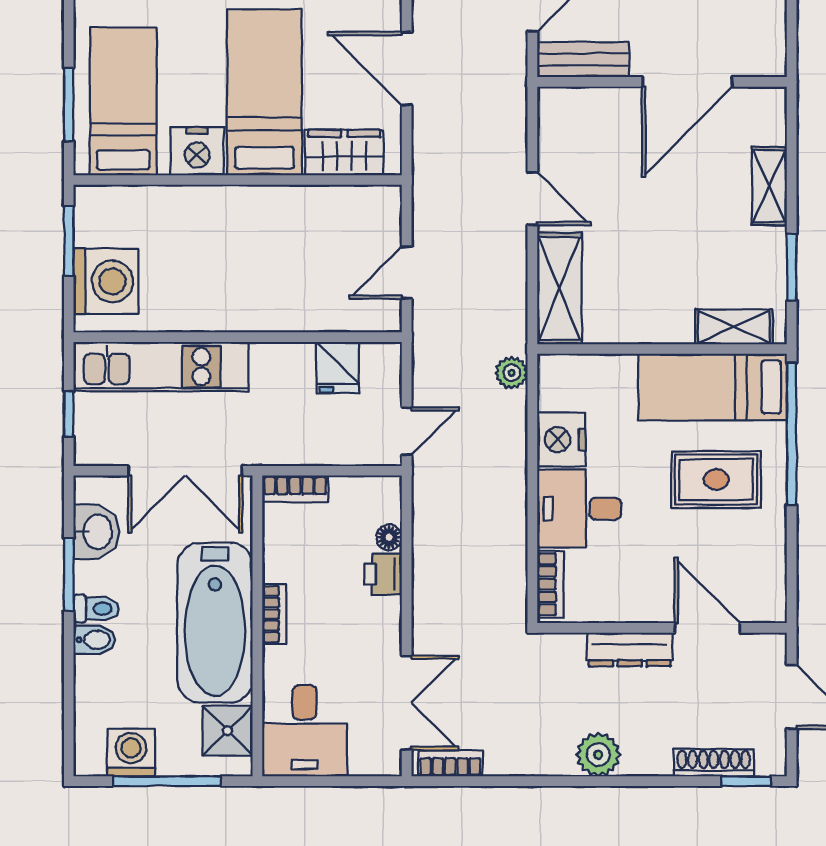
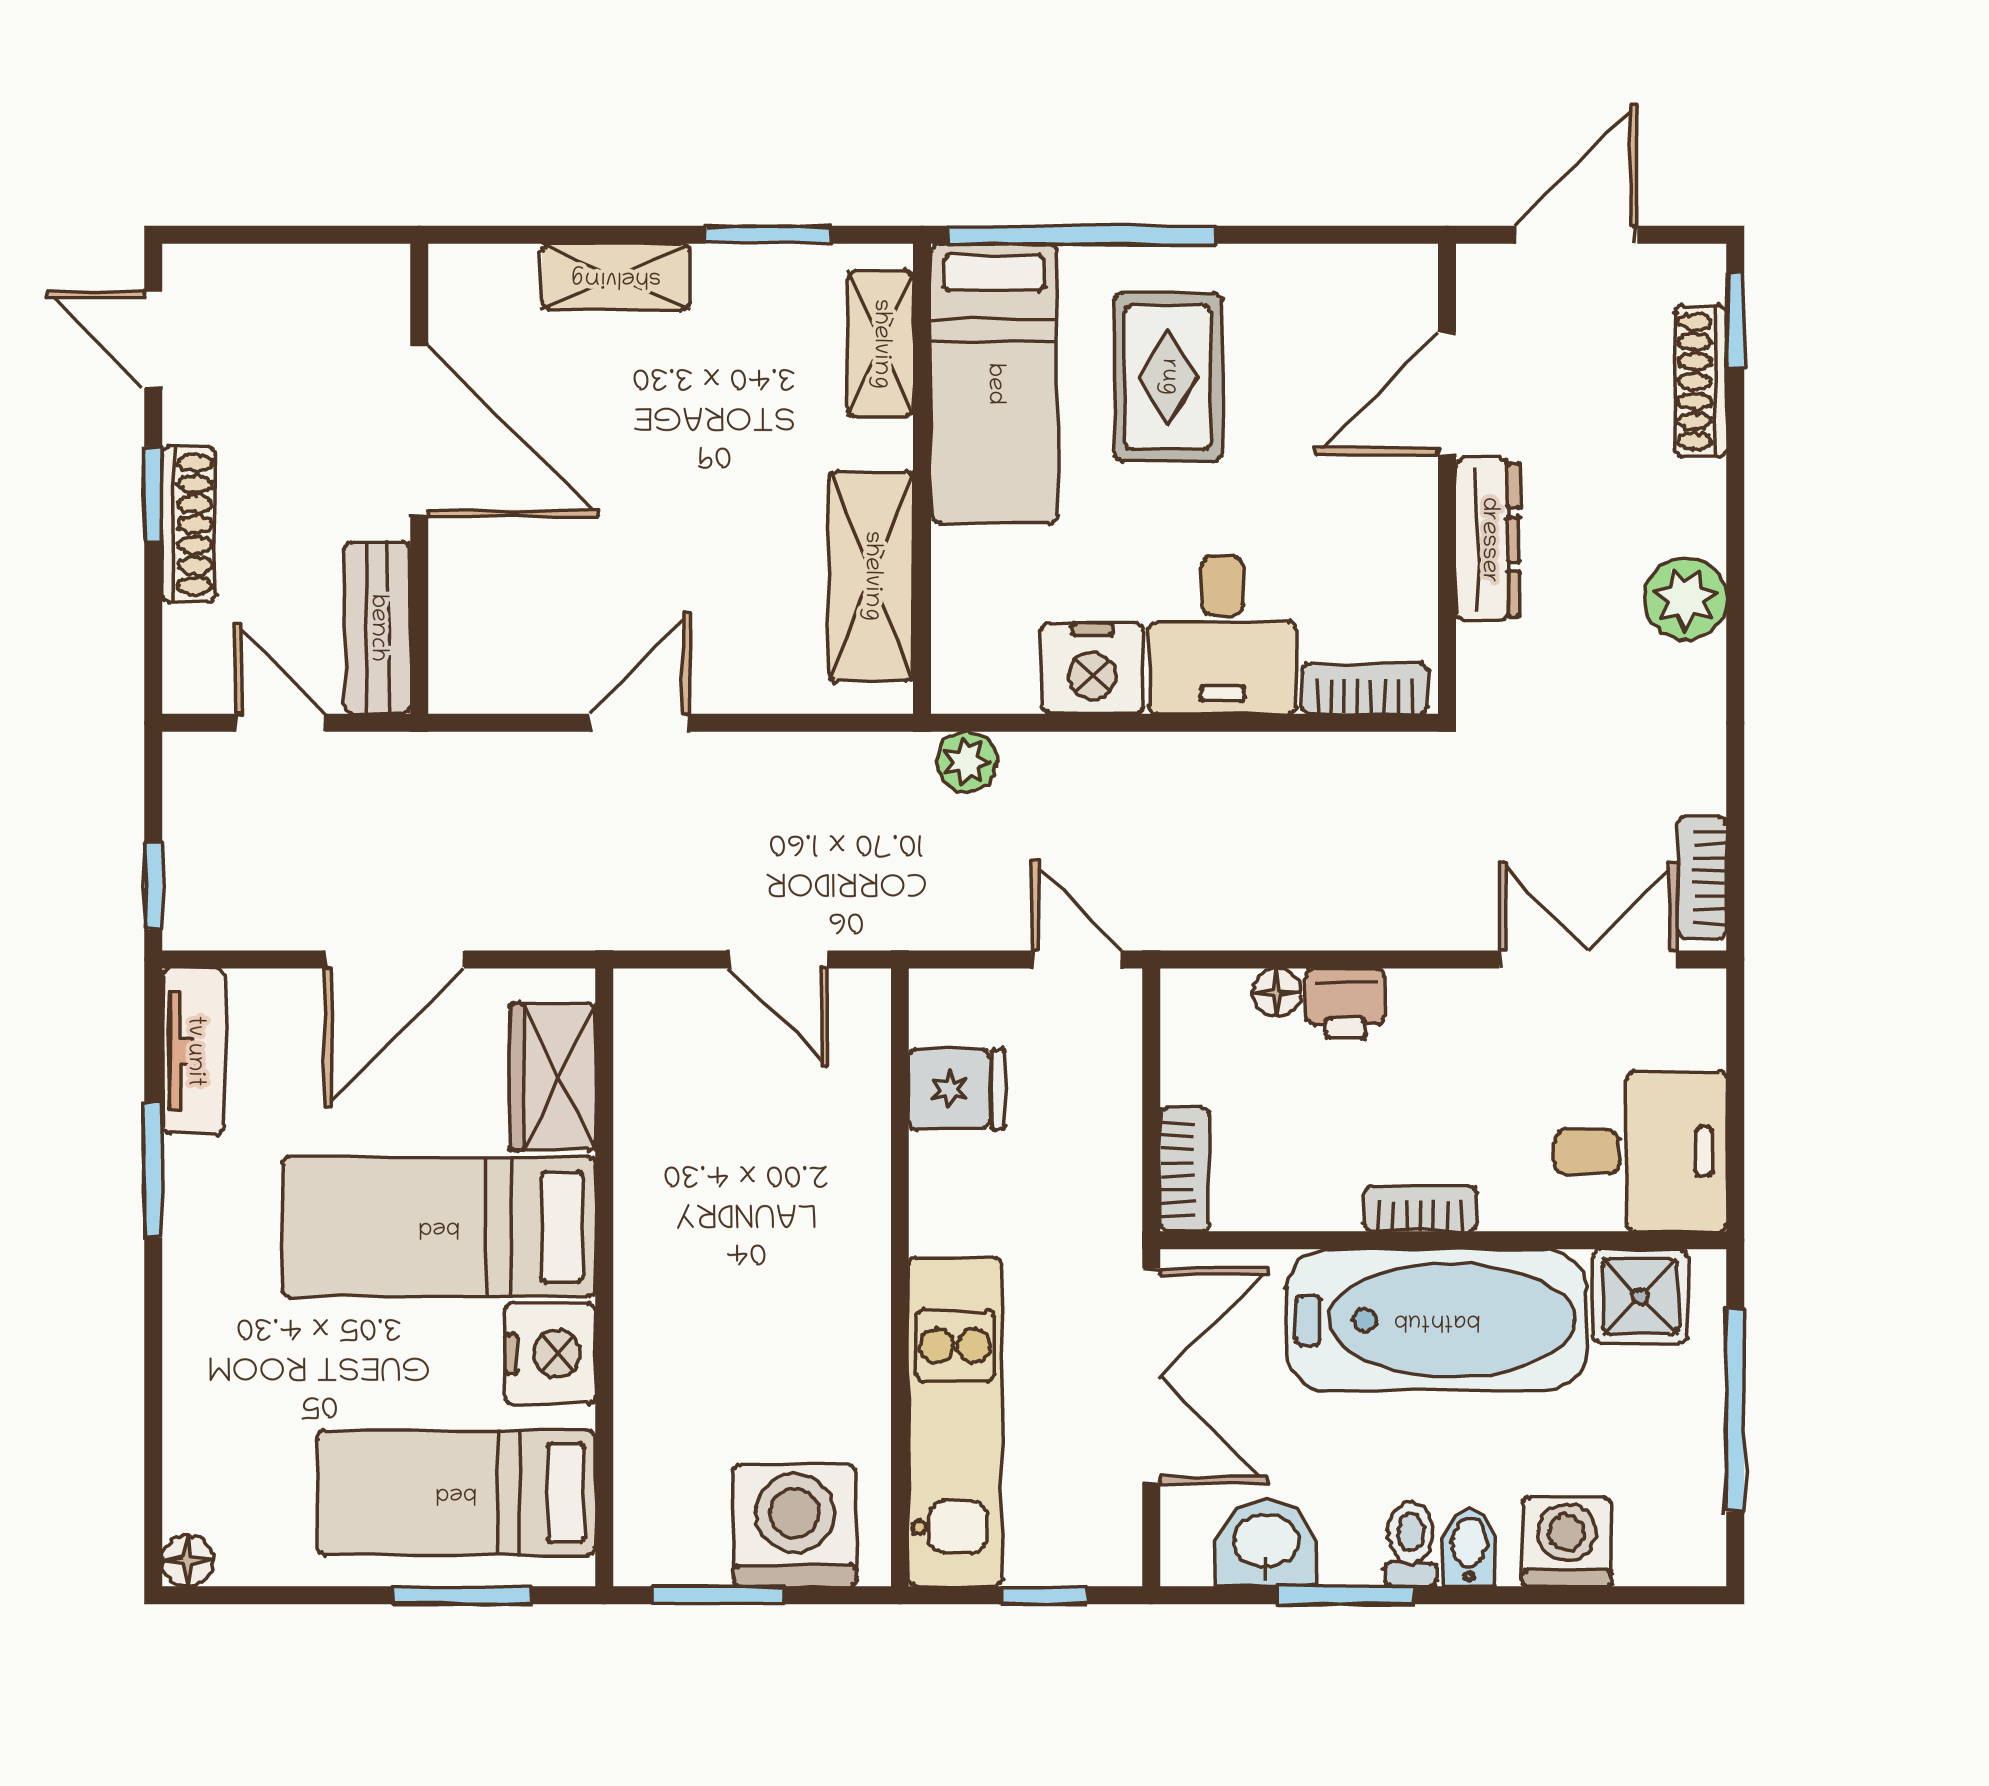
shelving: (559, 288) -> (871, 576), moved, turned 90
washing machine: (131, 753) -> (1567, 1542), moved, turned 90

